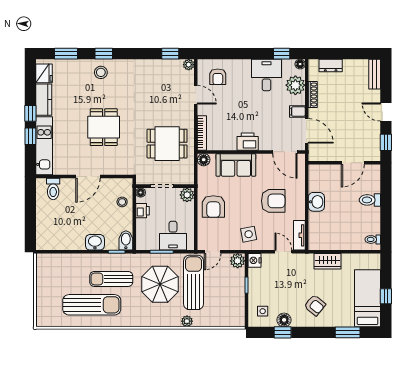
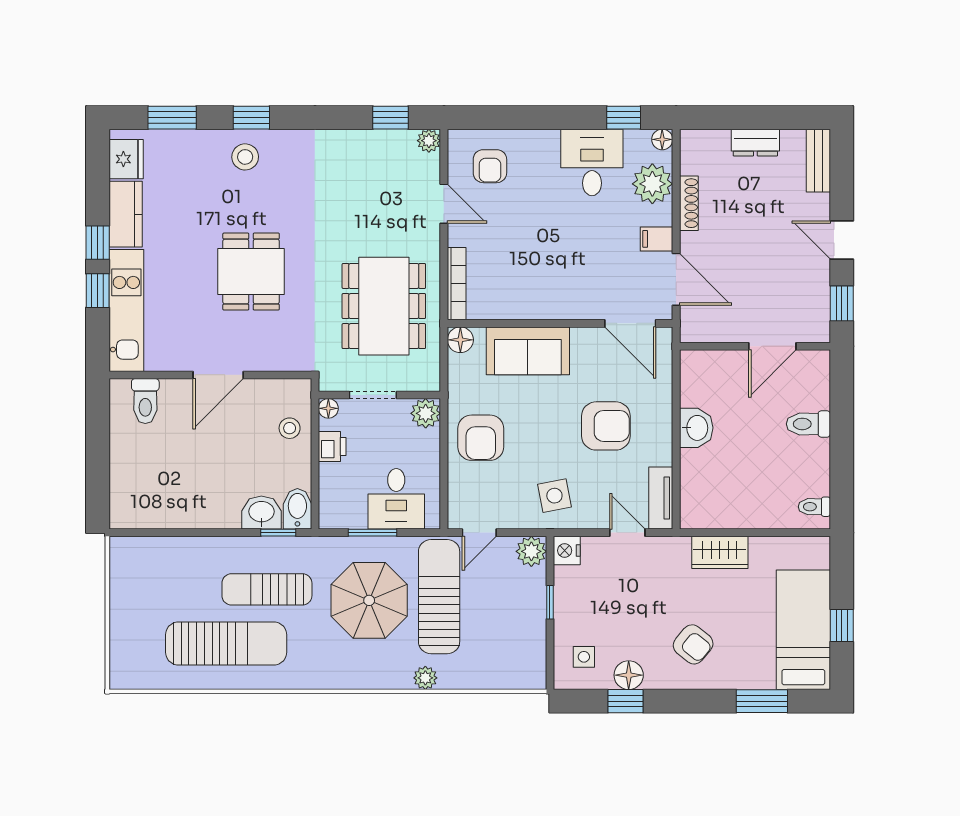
dresser: (331, 66) -> (755, 143), moved
printer: (248, 142) -> (552, 302), removed
dining table: (167, 144) -> (384, 306), width x1.38
washbasin: (95, 242) -> (261, 513), moved

